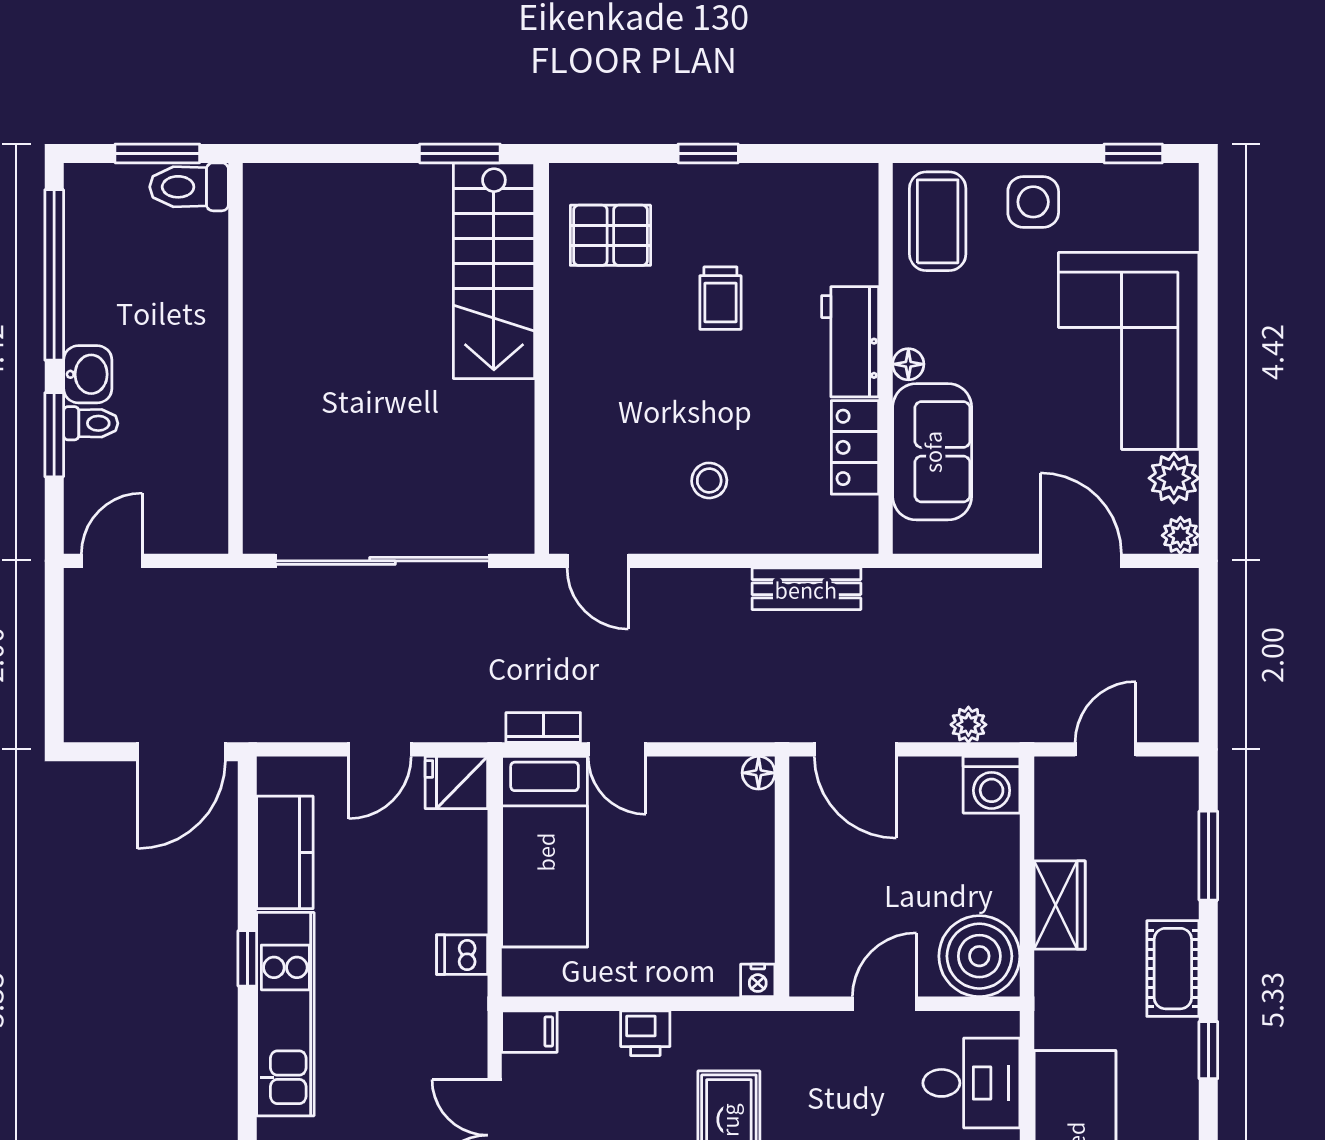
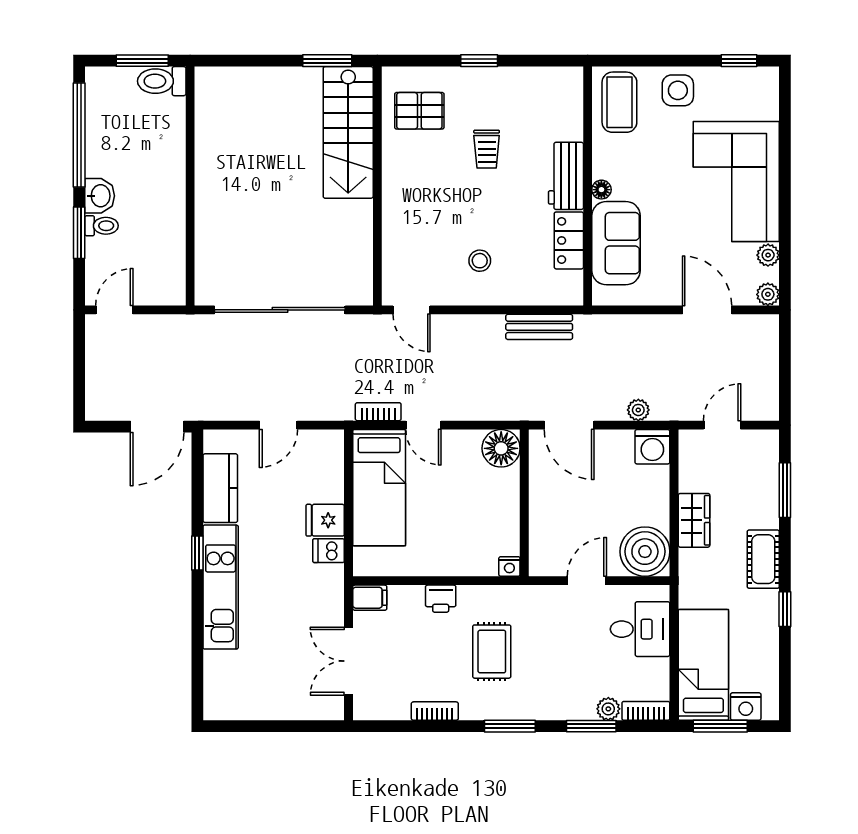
plant: (1174, 478) -> (768, 255), width x0.73, depth x0.73
floor lamp: (759, 773) -> (501, 448), width x1.89, depth x1.89
fridge: (456, 783) -> (325, 520), moved

